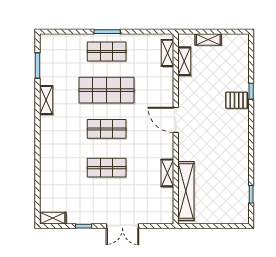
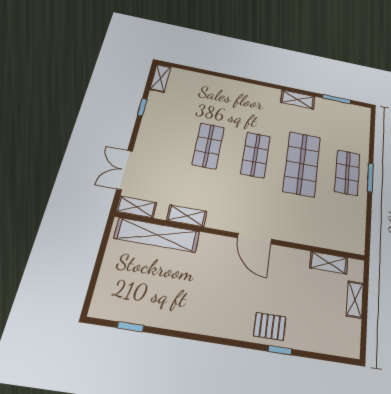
shelving: (168, 53) -> (136, 207), moved
pallet: (237, 100) -> (270, 326), turned 90
door: (176, 120) -> (254, 239), swing flipped
double door: (122, 226) -> (125, 170), moved

